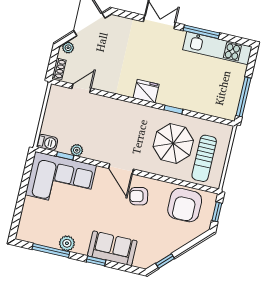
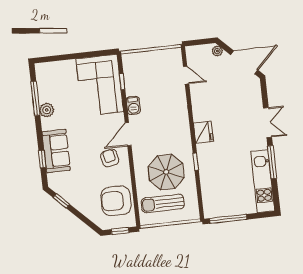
shoe rack: (59, 69) -> (196, 50), removed
barbecue: (47, 142) -> (133, 105), moved
plant: (77, 150) -> (131, 90), removed
window: (96, 261) -> (42, 159), moved

